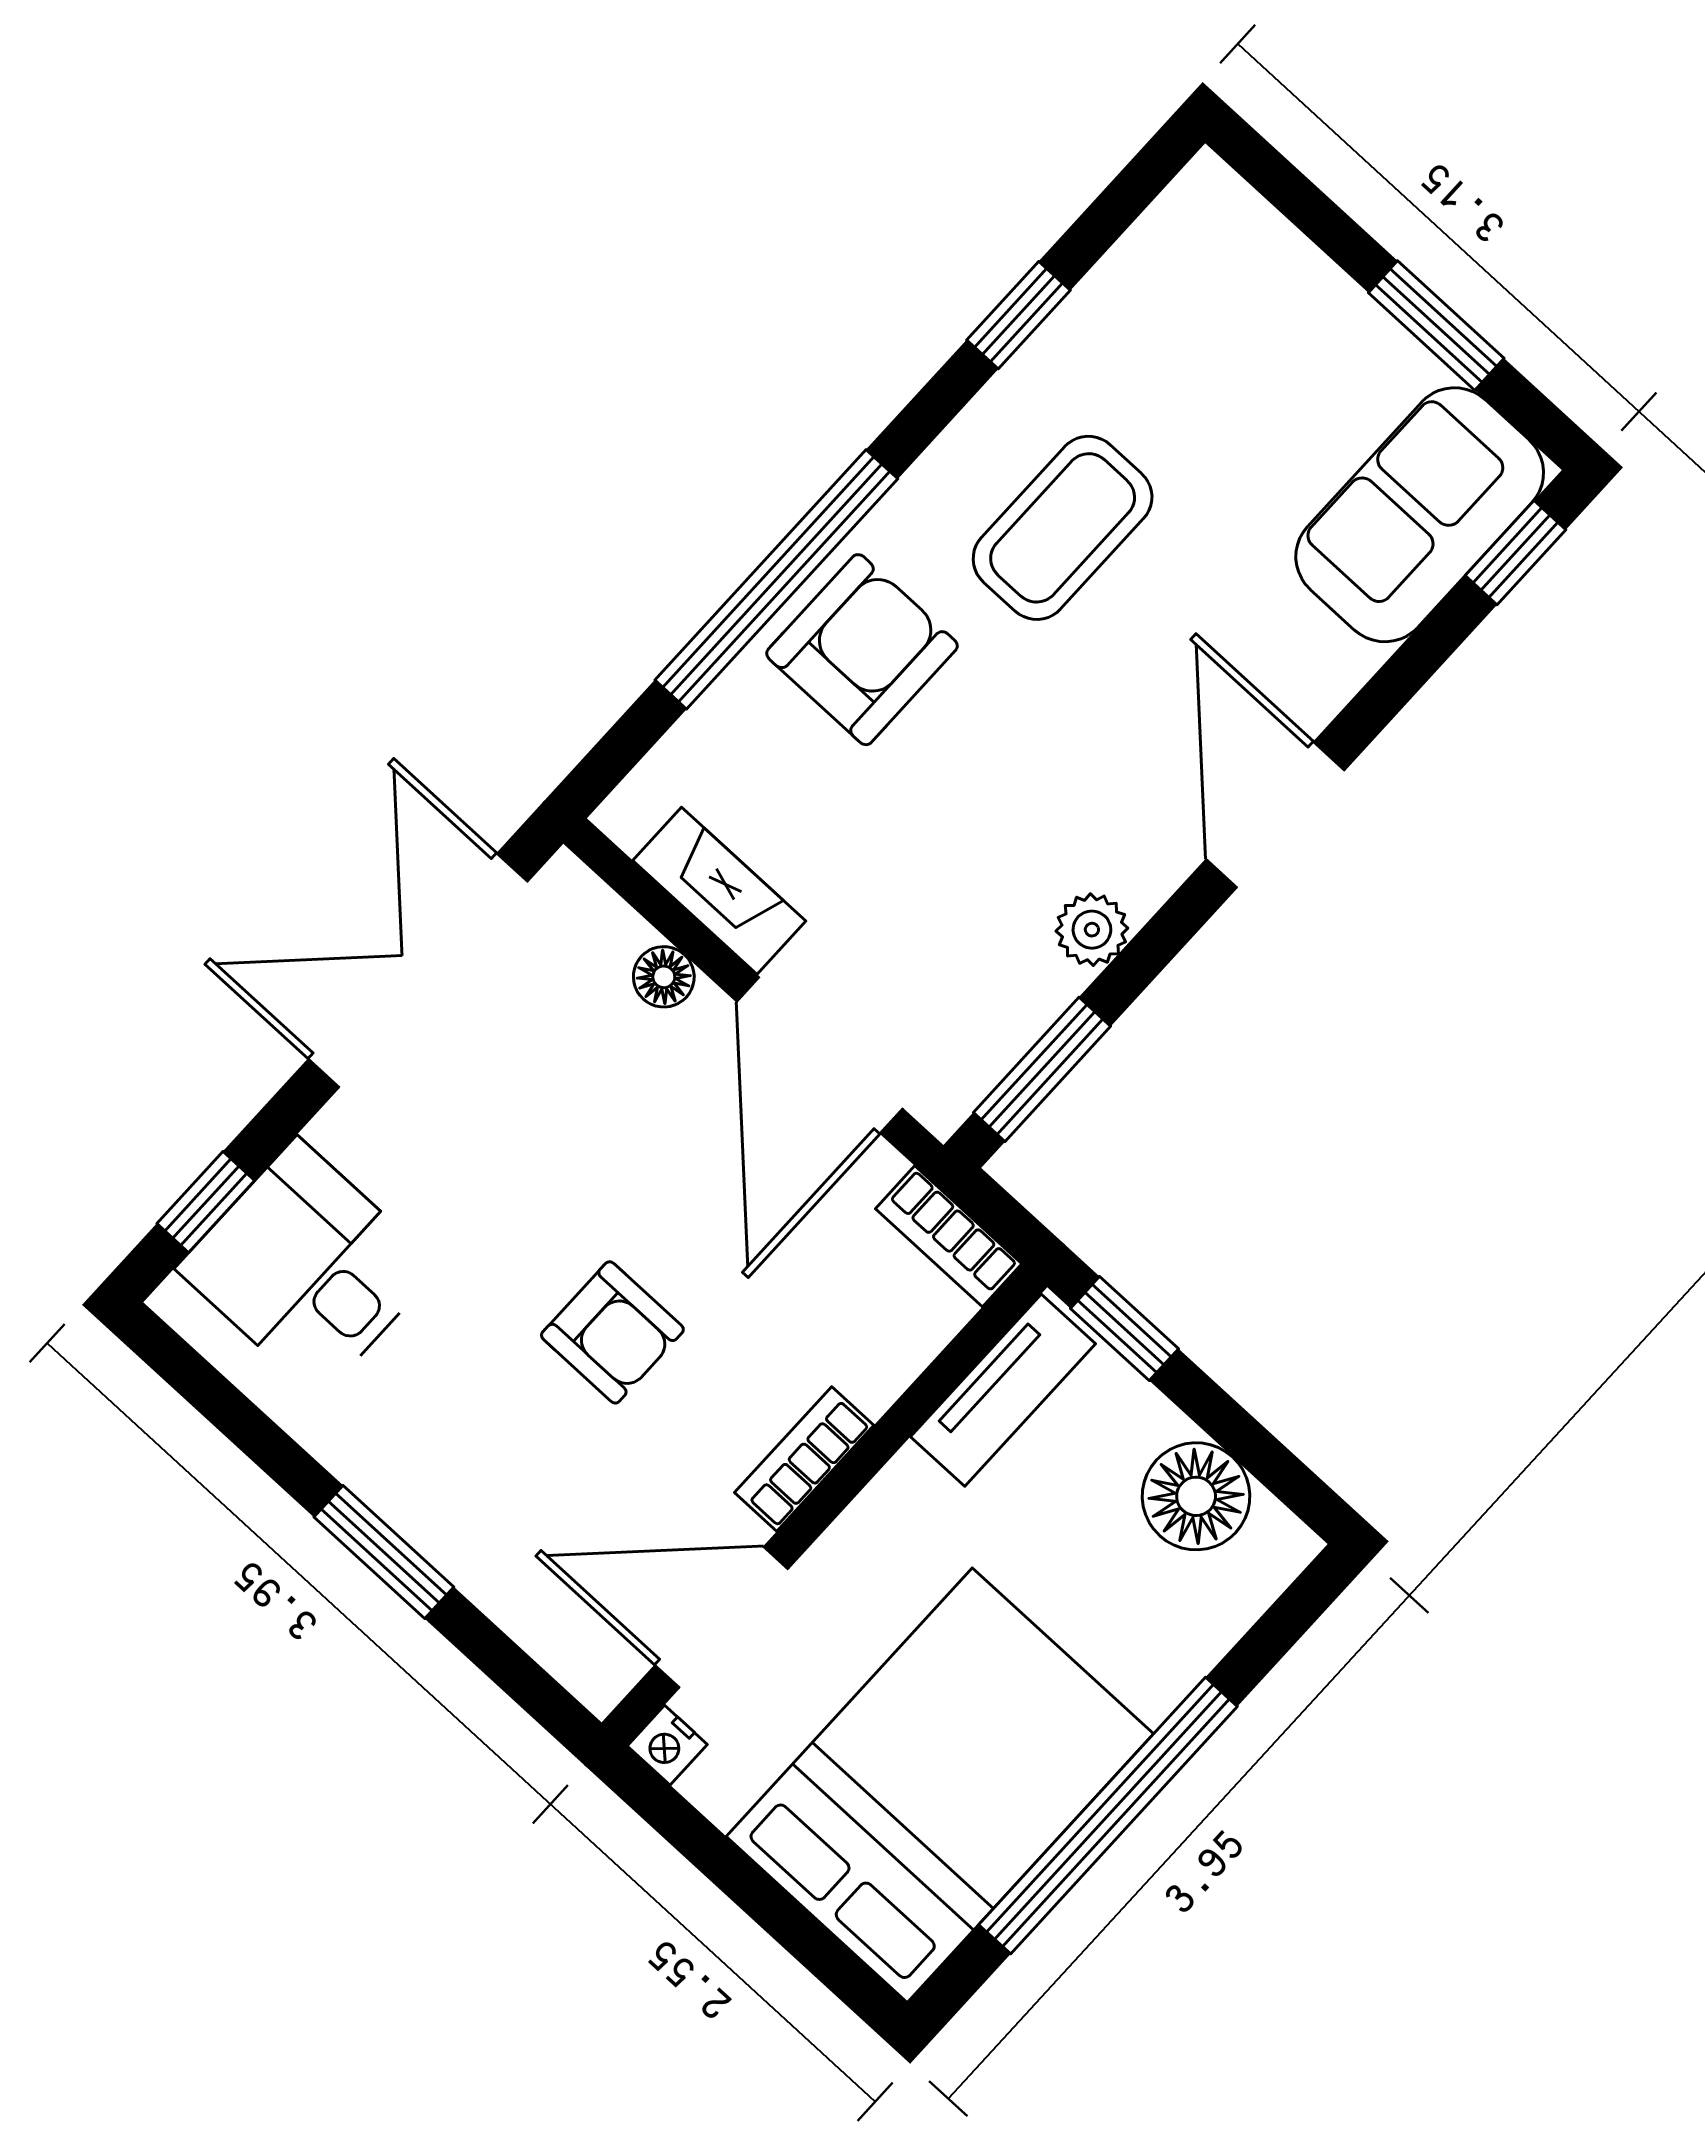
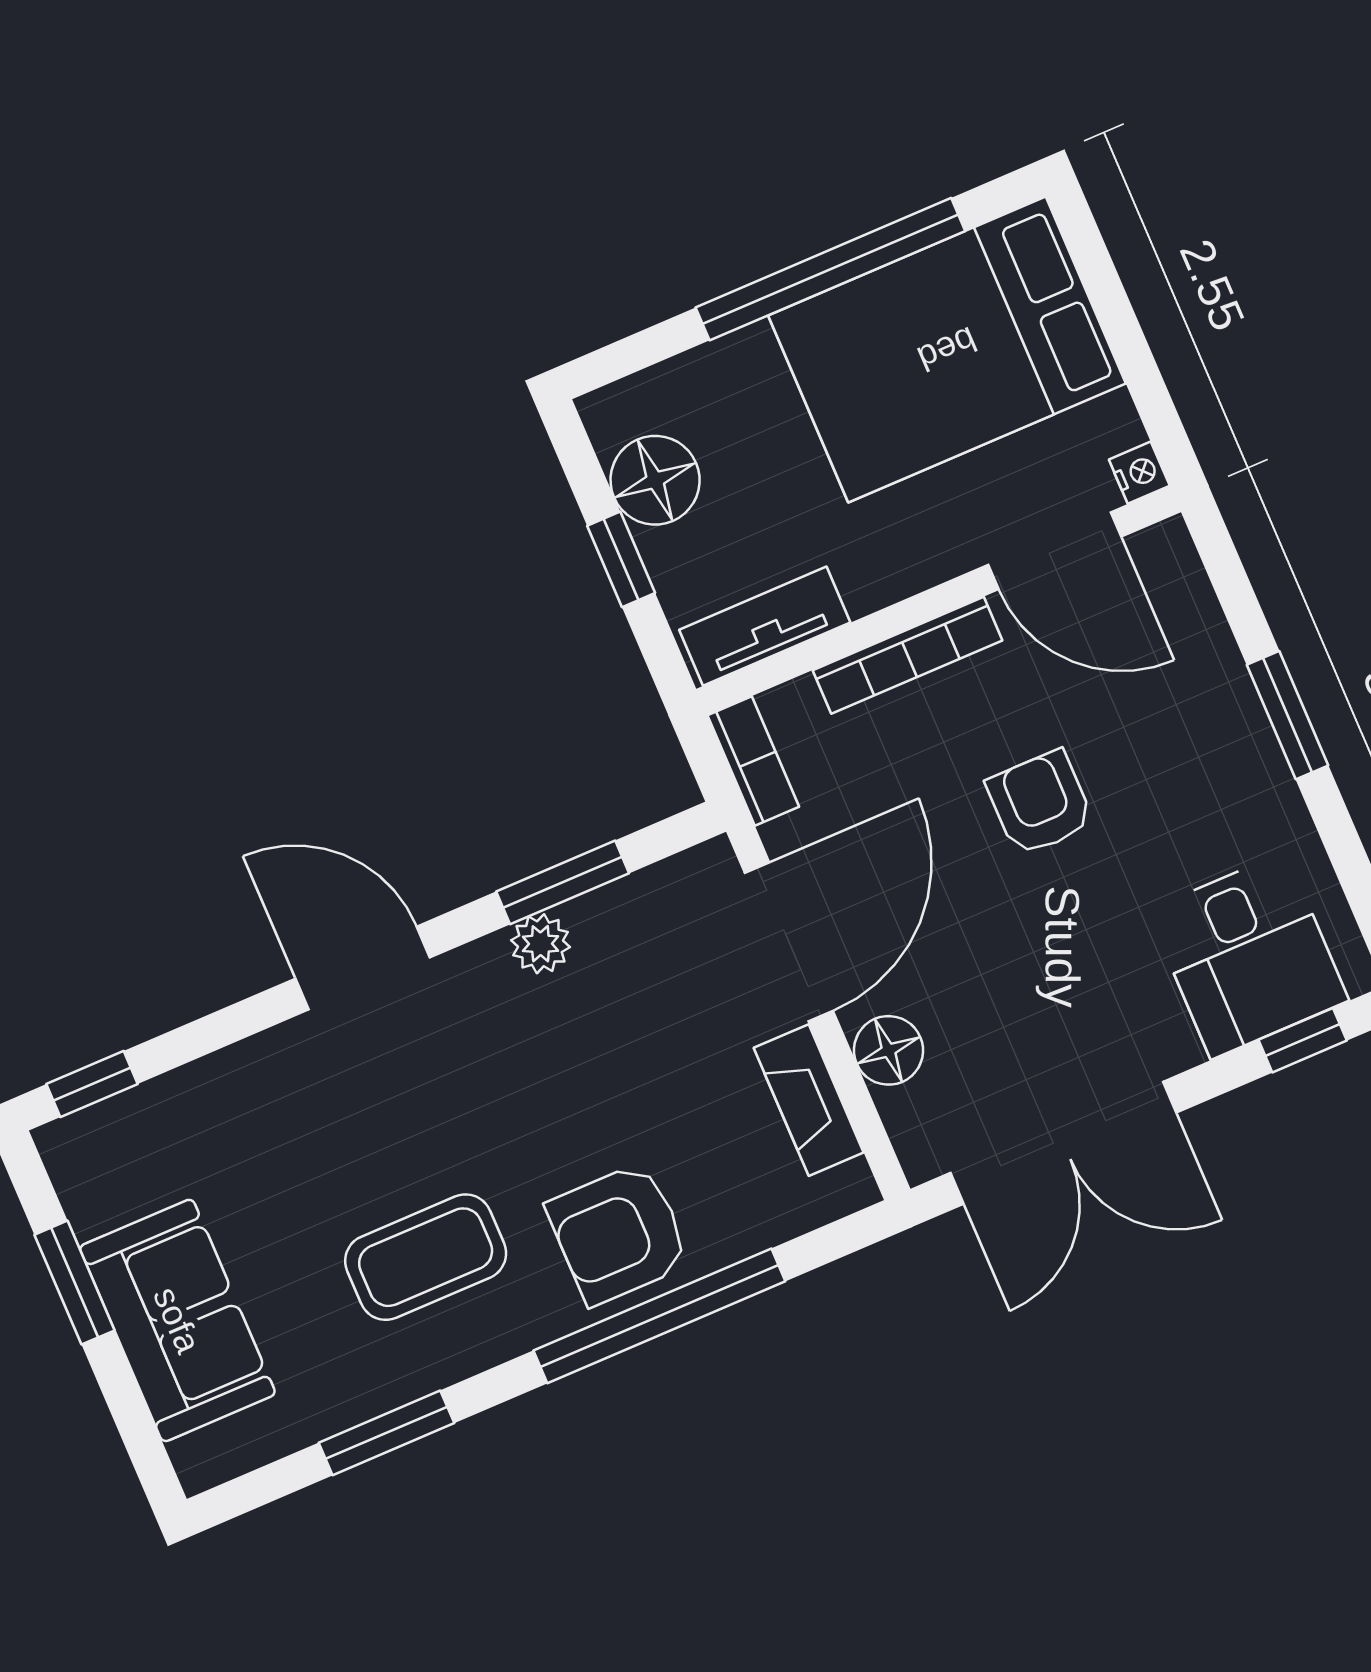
window: (1018, 315) -> (386, 1433), width x1.50
sofa: (1420, 515) -> (177, 1320), moved, turned -90
door: (1275, 815) -> (363, 968), swing flipped
floor lamp: (664, 977) -> (888, 1050), width x1.37, depth x1.37
window: (1042, 1069) -> (563, 882), moved
window: (1124, 1329) -> (621, 559), moved
bookcase: (804, 1459) -> (907, 655), width x1.56

